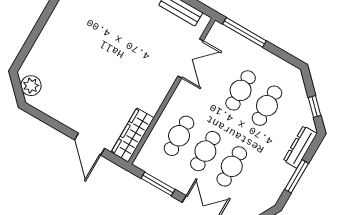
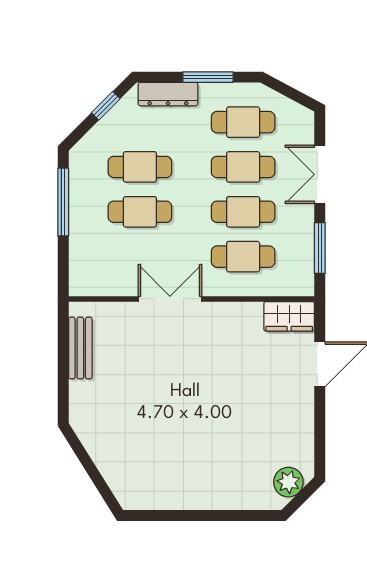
window: (244, 32) -> (63, 202), moved
double door: (191, 58) -> (170, 299), moved
wardrobe: (133, 135) -> (289, 316), width x0.67
cafe table: (258, 182) -> (243, 122), added

